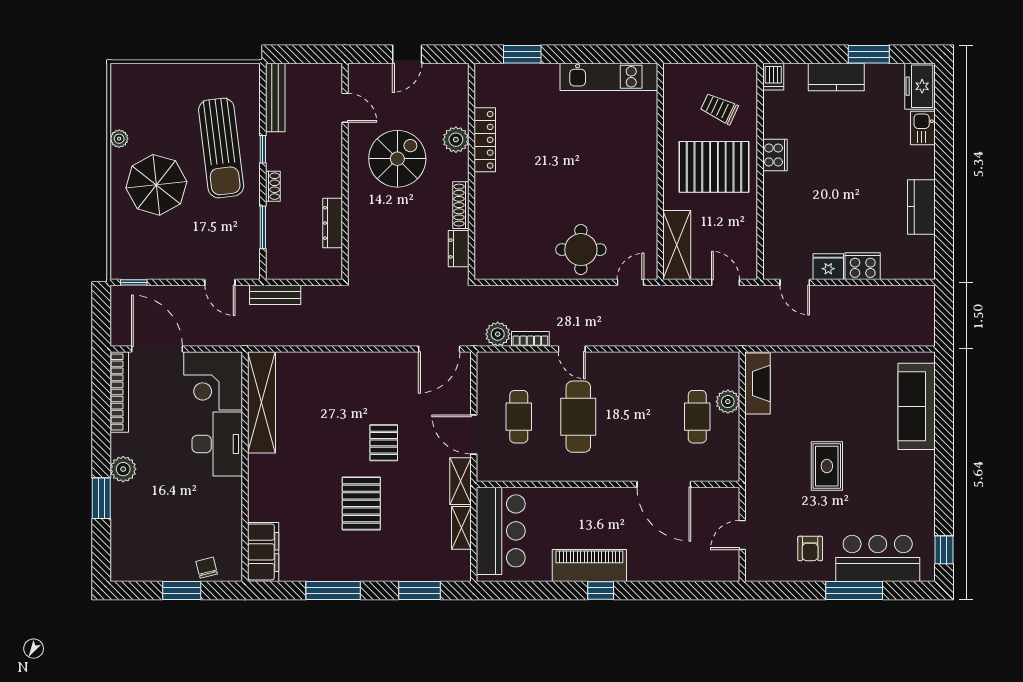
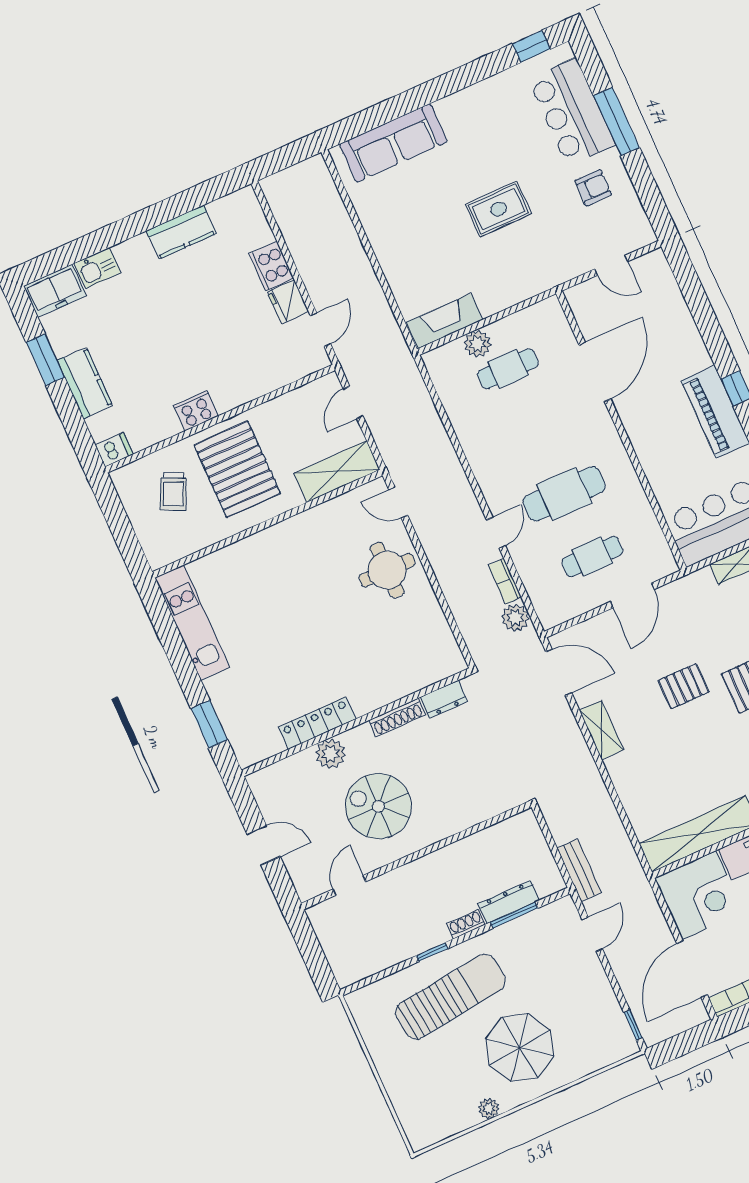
bench: (275, 97) -> (372, 964), removed
dresser: (333, 223) -> (509, 902), moved, turned 180
shelving: (460, 481) -> (601, 730), moved, turned 90

